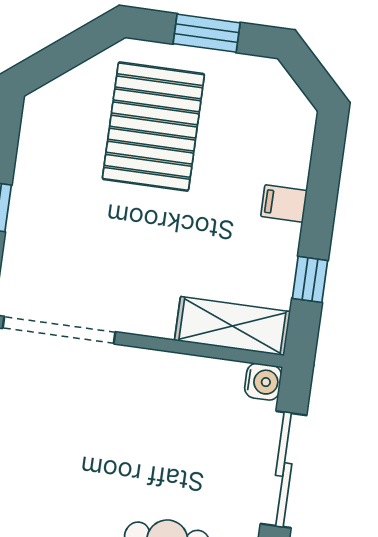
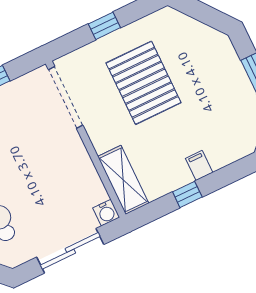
pallet: (153, 127) -> (143, 83), moved, turned 90
window: (310, 279) -> (187, 194), moved

